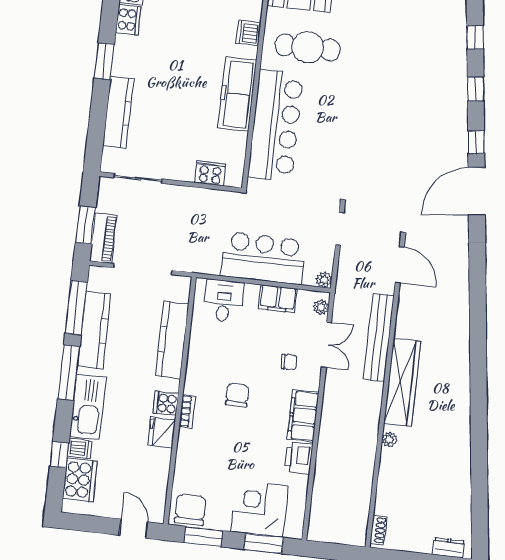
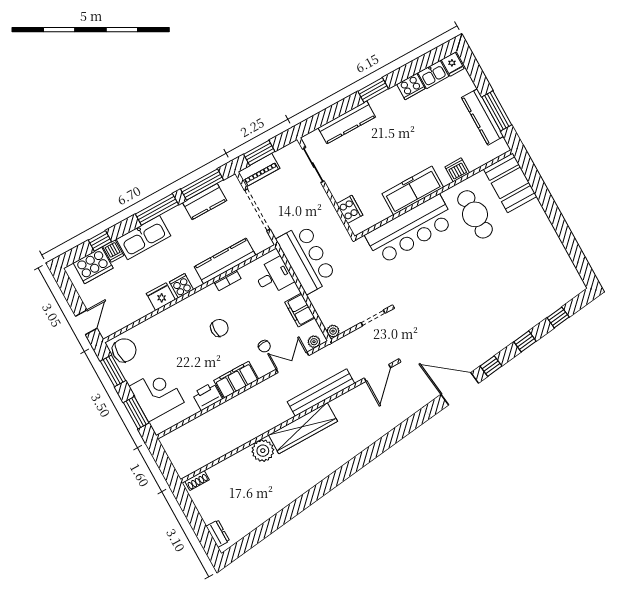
bar counter: (263, 258) -> (306, 259), moved
kitchen counter: (94, 330) -> (205, 202), width x0.67
double door: (326, 345) -> (293, 362), swing flipped
bookcase: (187, 411) -> (228, 280), moved
plant: (389, 440) -> (263, 451), width x1.87, depth x1.87

